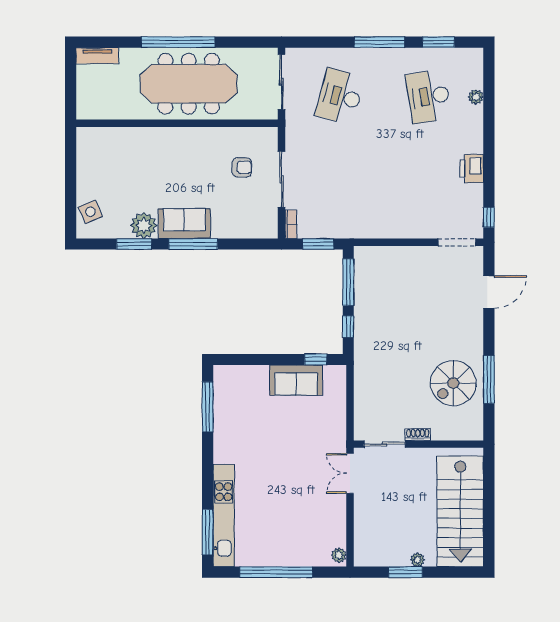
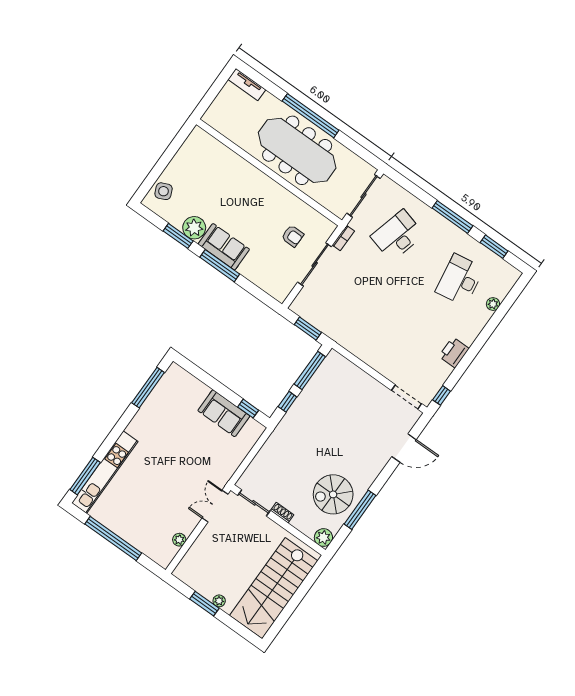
bookcase: (291, 224) -> (343, 238), moved
plant: (473, 430) -> (323, 538), added
plant: (339, 555) -> (179, 540), moved

